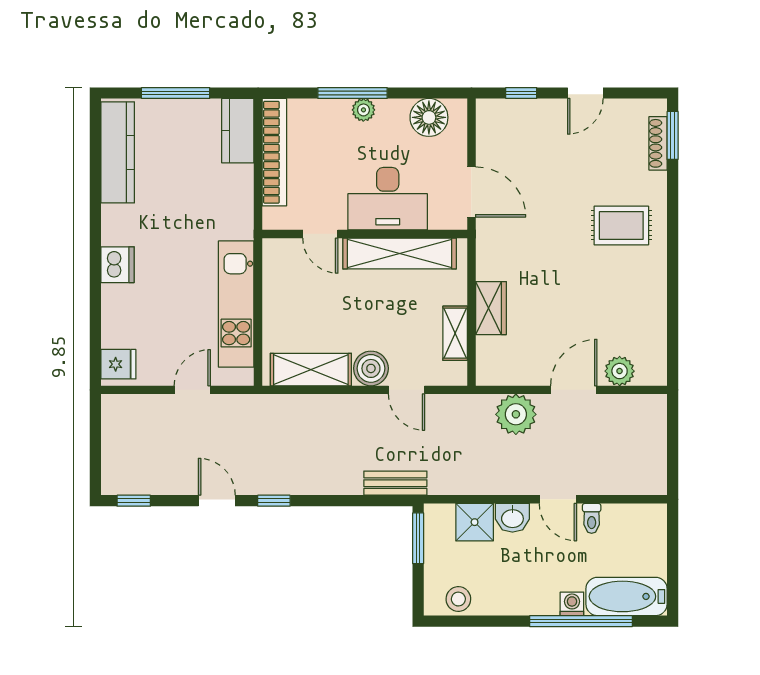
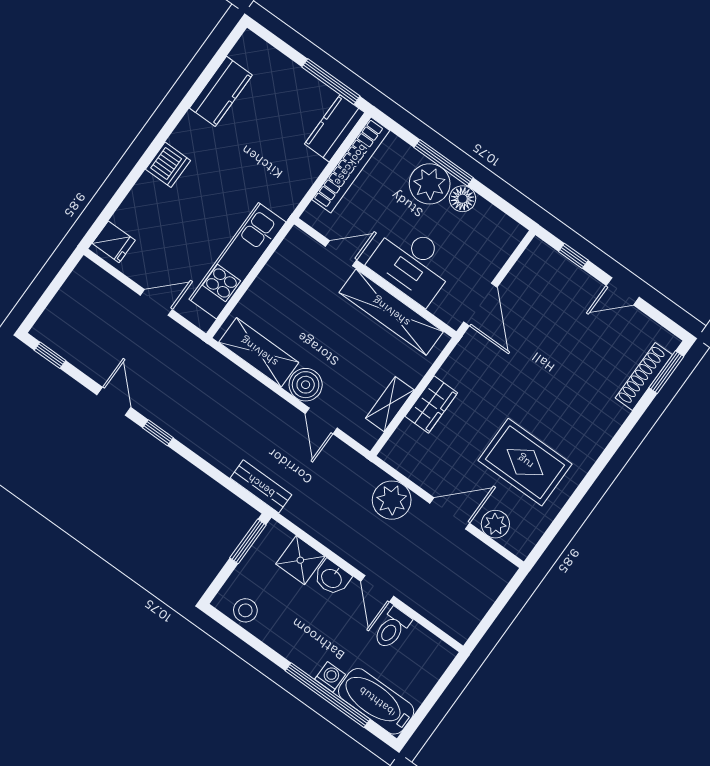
window: (176, 93) -> (331, 82), moved
plant: (363, 110) -> (430, 184), width x1.88, depth x1.88
floor lamp: (429, 117) -> (462, 199), moved, width x0.73, depth x0.73
shoe rack: (658, 143) -> (644, 376), width x1.36, depth x1.24
kitchen counter: (118, 152) -> (221, 91), width x0.67
rug: (621, 225) -> (525, 462), moved, width x1.36, depth x1.43
door: (320, 234) -> (341, 253), swing flipped
toilet: (592, 518) -> (392, 628), width x1.37, depth x1.39

